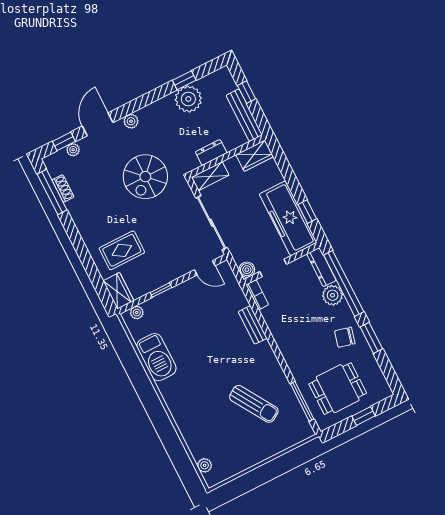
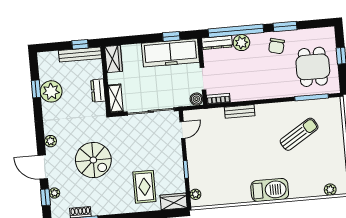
window: (247, 92) -> (80, 44), moved
spiral stairs: (145, 177) -> (93, 160), moved
barbecue: (156, 357) -> (270, 190), moved

